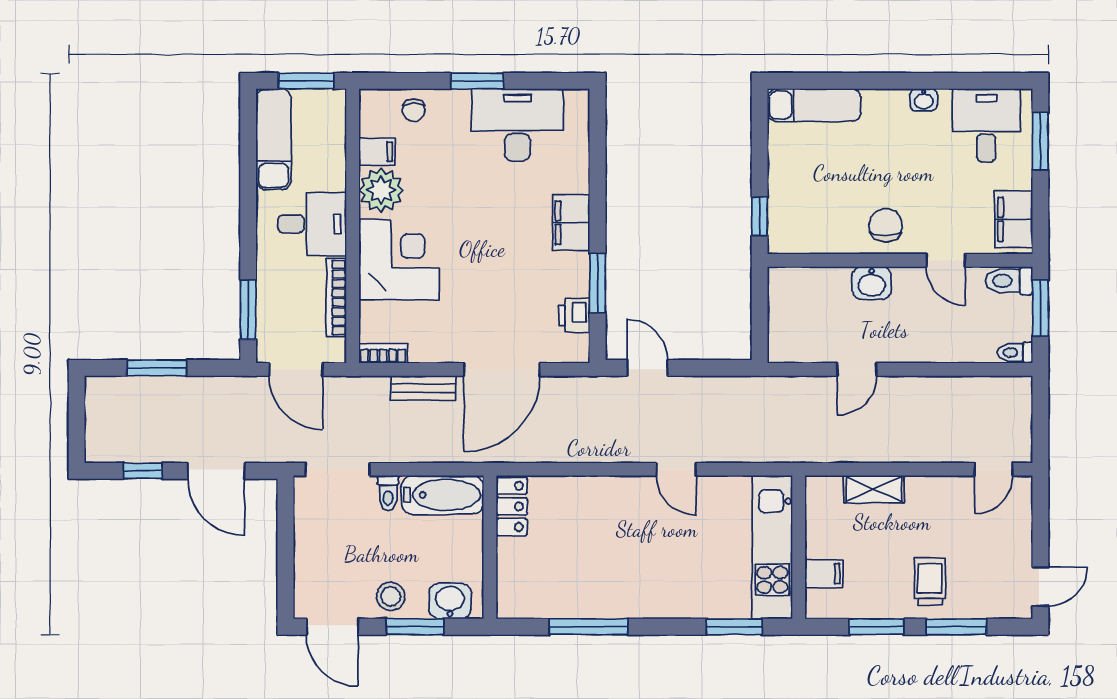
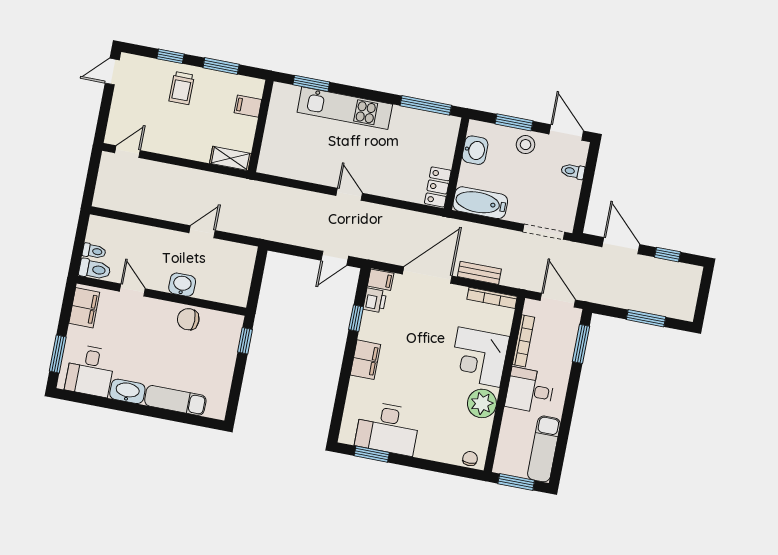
window: (477, 81) -> (372, 454), moved
washbasin: (924, 100) -> (127, 391), width x1.91, depth x1.45
exam couch: (814, 105) -> (175, 400), moved
chair: (414, 110) -> (470, 459), moved
filing cabinet: (377, 152) -> (381, 280), moved, turned 180
chair: (886, 225) -> (188, 319), moved, turned 90
window: (597, 283) -> (356, 318), width x0.67
window: (1040, 308) -> (78, 248), removed
toilet: (1015, 353) -> (94, 251), moved
bookcase: (383, 354) -> (492, 298), width x1.56
door: (647, 368) -> (335, 258), hinge flipped
door: (676, 469) -> (349, 194), moved
shelving: (874, 489) -> (230, 158), moved
toilet: (388, 493) -> (573, 171), moved, turned -90
kitchen unit: (772, 547) -> (345, 108), moved, turned 90
washbasin: (450, 601) -> (475, 150), moved, turned -90
window: (588, 627) -> (426, 105), moved
window: (956, 627) -> (170, 56), width x0.67

